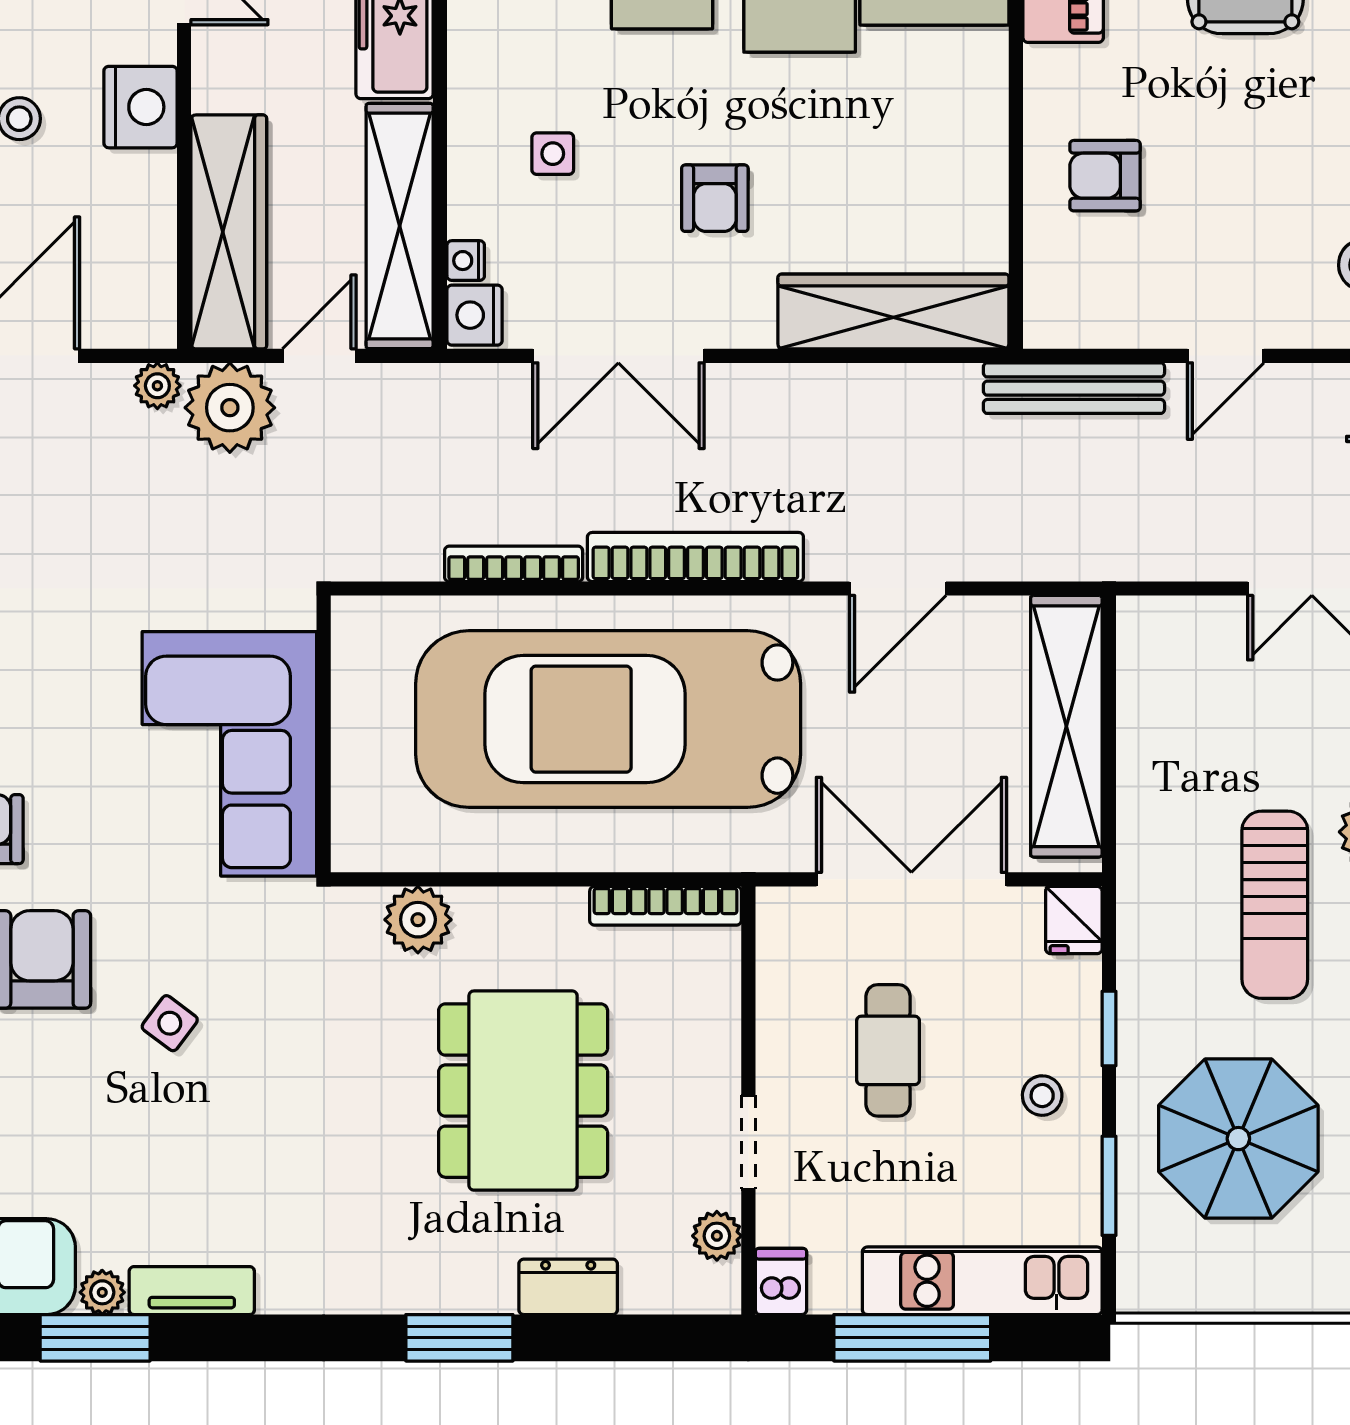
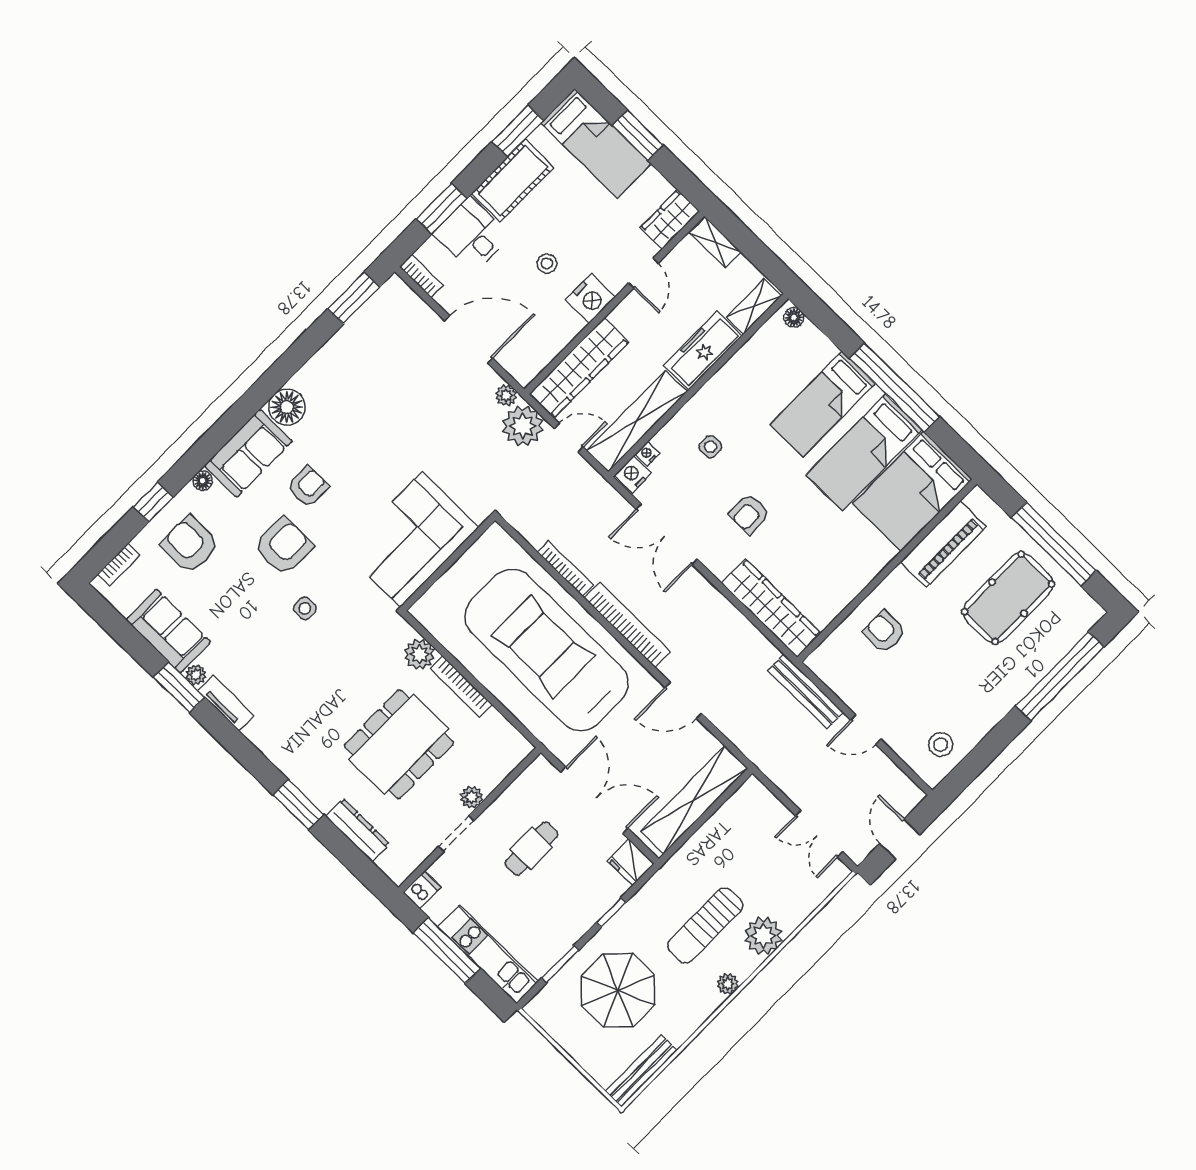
bookcase: (666, 906) -> (461, 686), moved
fridge: (1074, 920) -> (631, 862), width x1.38
side table: (170, 1023) -> (305, 608), turned -37
stool: (1042, 1096) -> (567, 913), removed
plant: (717, 1236) -> (472, 797), moved
dresser: (568, 1287) -> (358, 830), width x1.44

